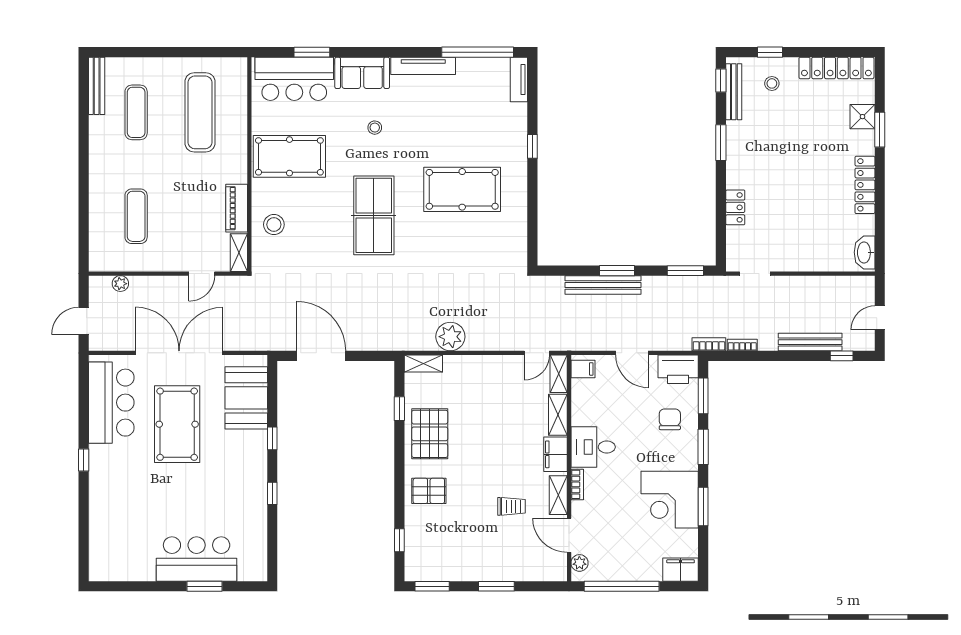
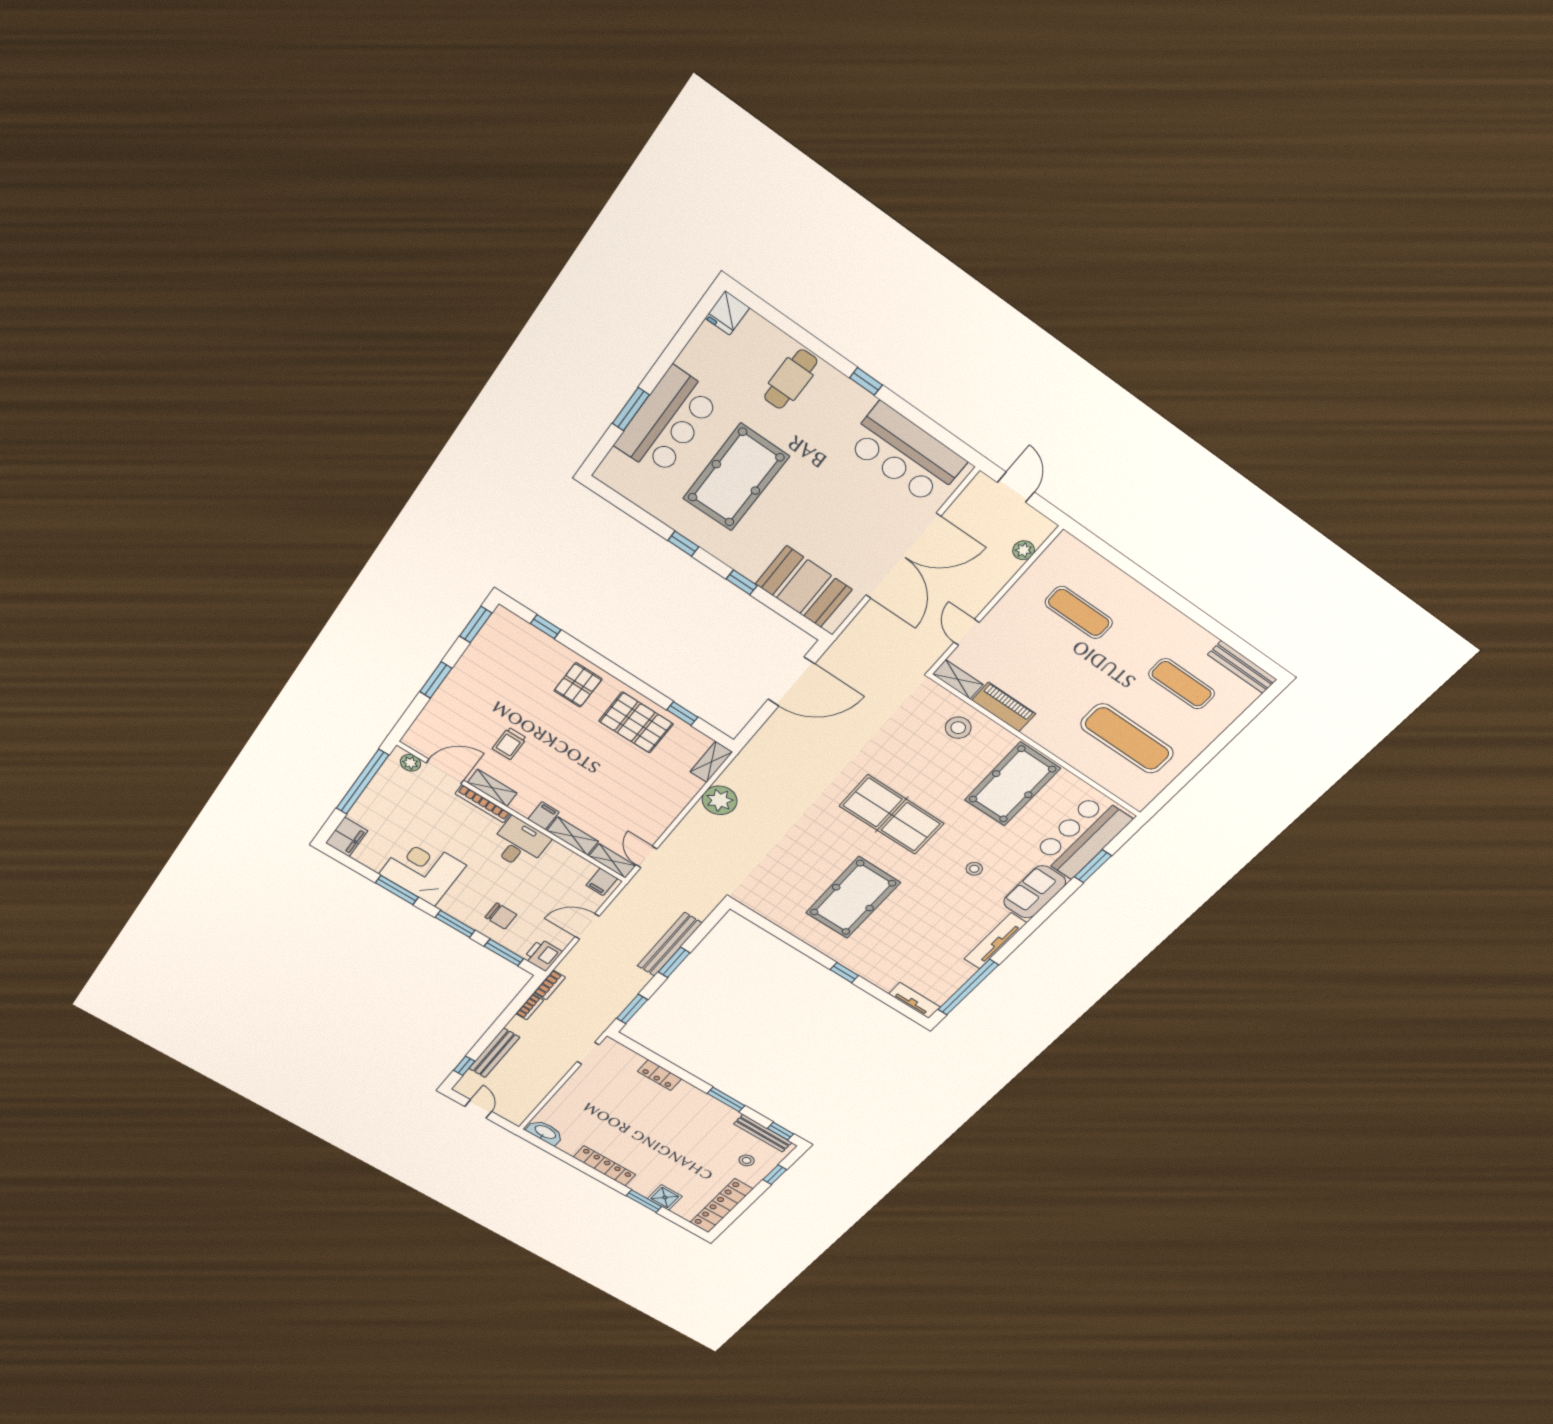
printer: (678, 369) -> (543, 955), width x0.73, depth x0.84
pool table: (177, 424) -> (736, 477), moved, turned 90
filing cabinet: (555, 454) -> (544, 816), width x0.50
bookcase: (577, 484) -> (483, 804), width x1.56
cafe table: (115, 505) -> (791, 379), added
fridge: (101, 571) -> (727, 313), added

